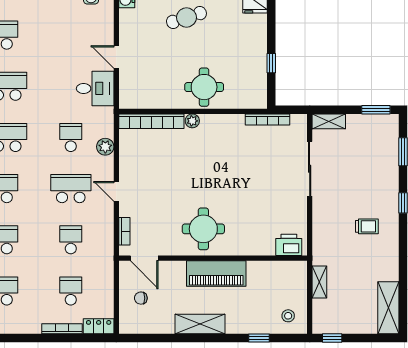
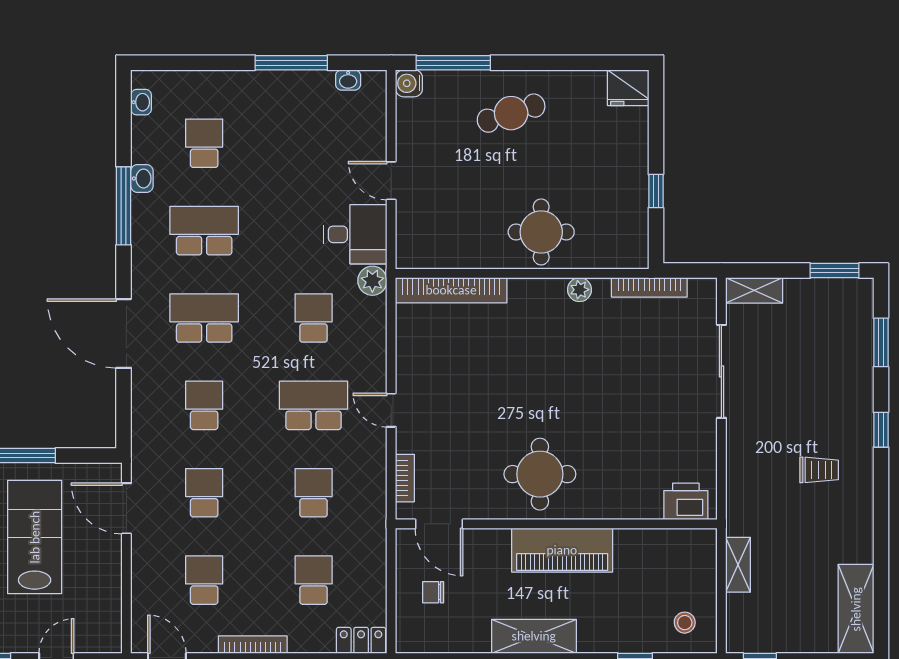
plant: (192, 121) -> (579, 290), moved
plant: (105, 147) -> (372, 281), moved
bookcase: (62, 329) -> (253, 645), moved

